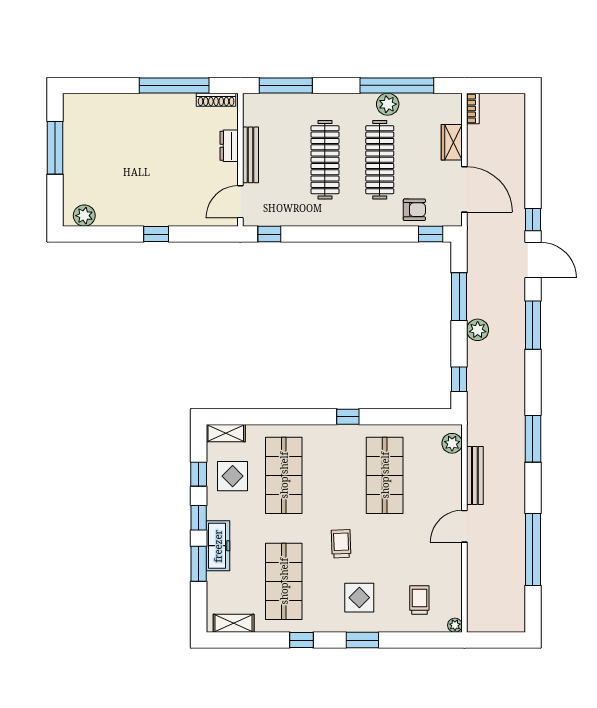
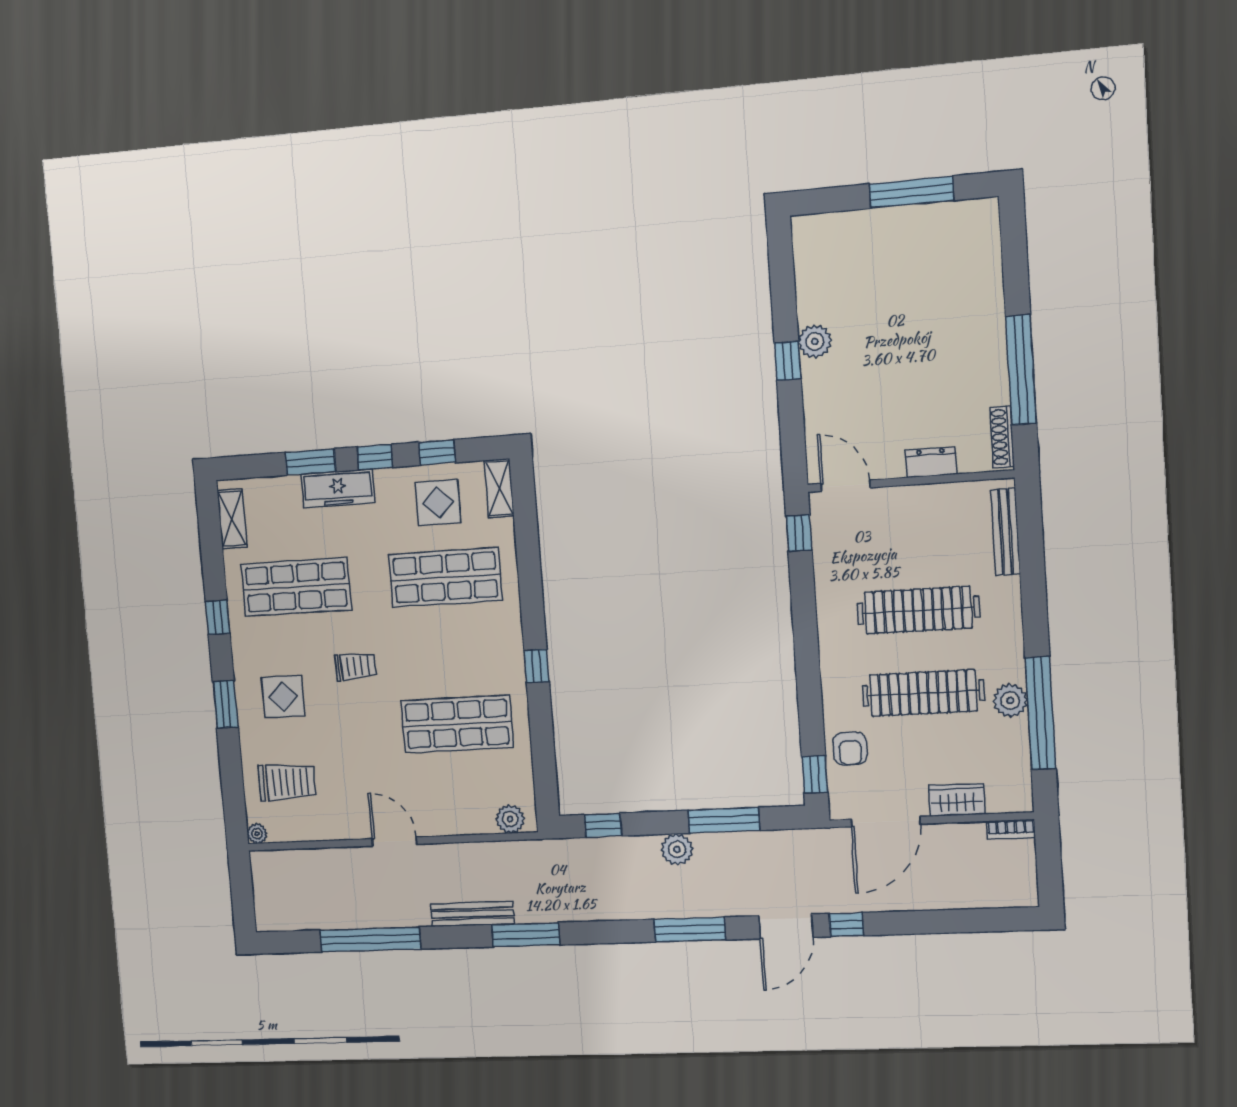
window: (286, 85) -> (1031, 543), removed
bench: (250, 155) -> (1006, 532), moved, turned 90
plant: (84, 216) -> (815, 341), moved
bench: (475, 476) -> (472, 914), moved
trolley: (419, 600) -> (287, 782), width x1.36, depth x1.39

